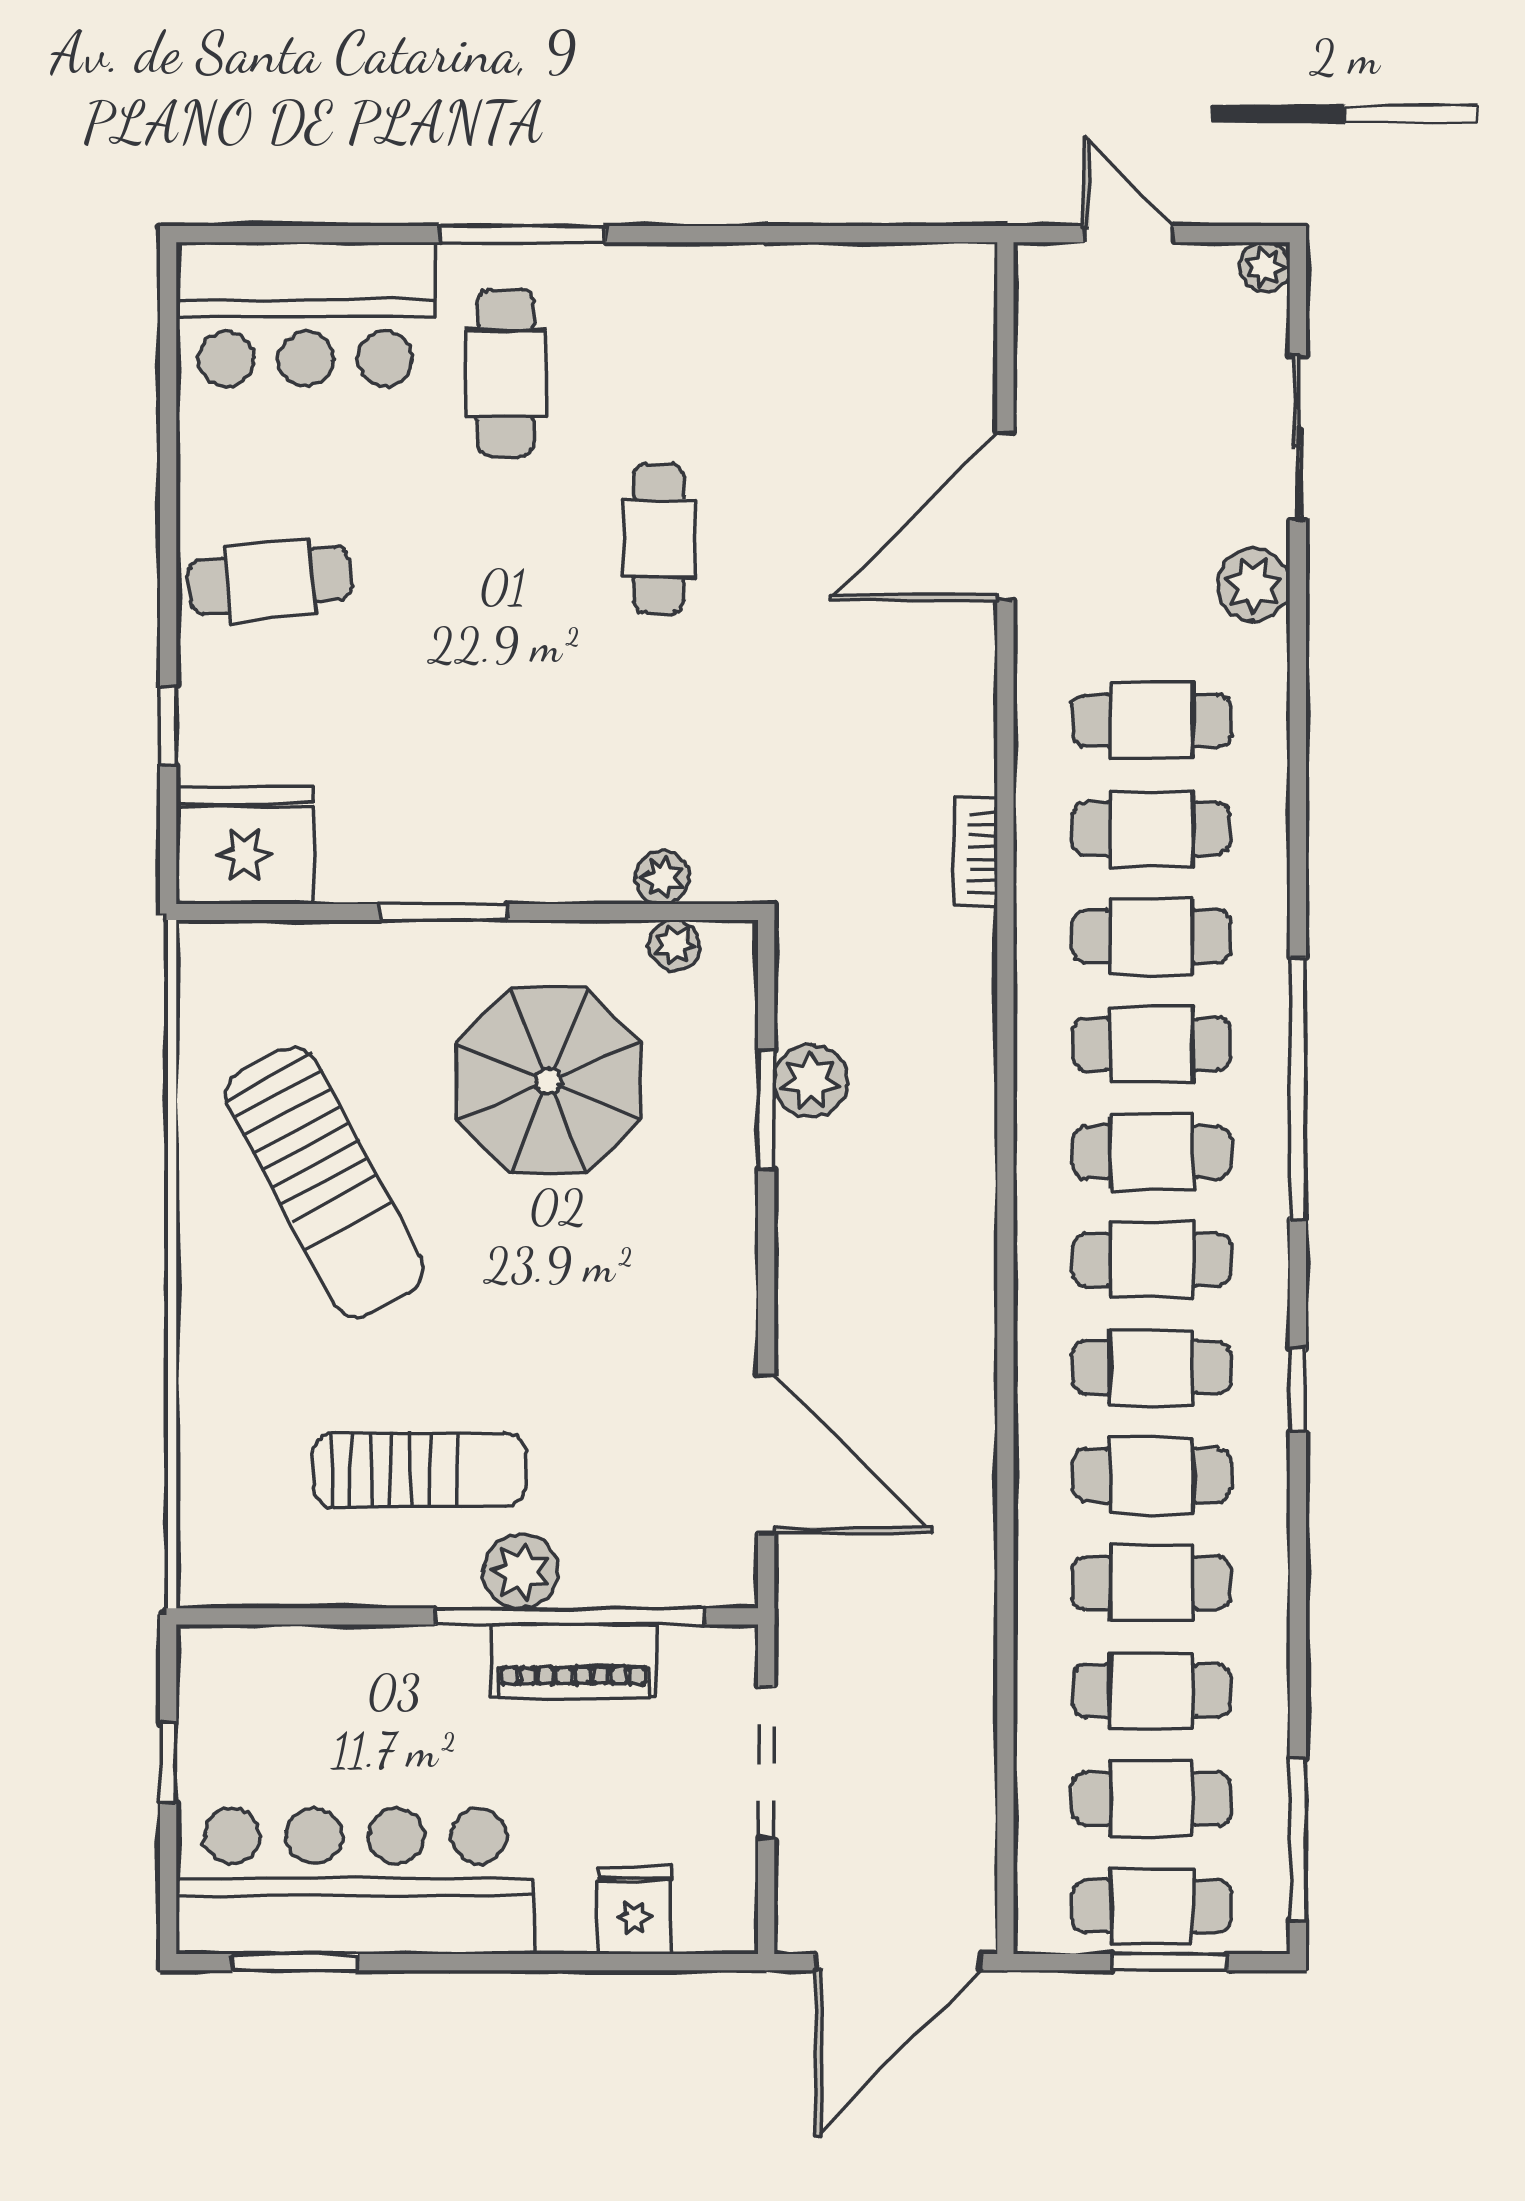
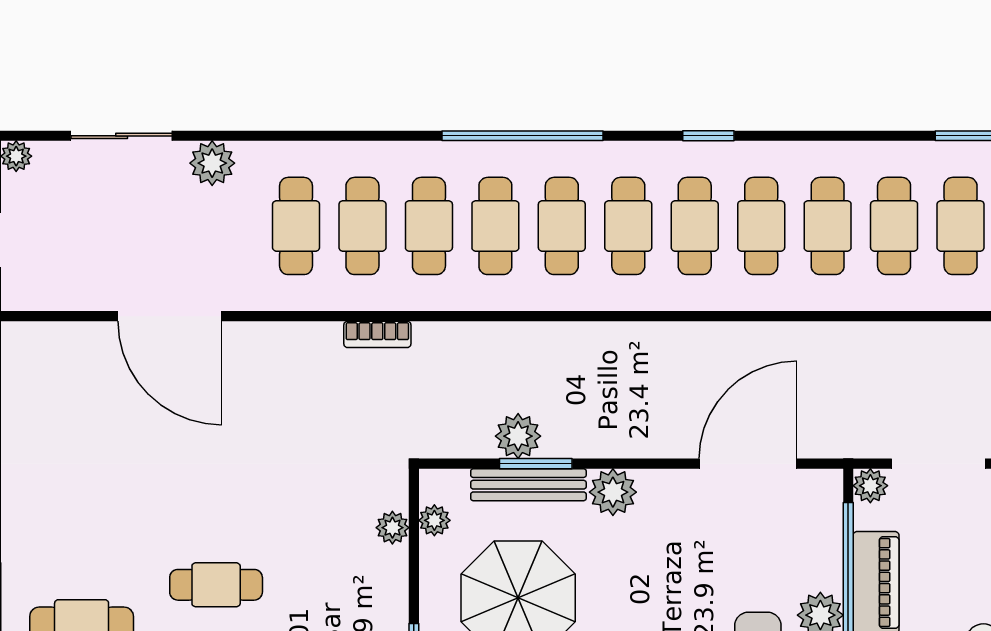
cafe table: (659, 538) -> (216, 585), moved
bench: (732, 1098) -> (528, 485), added
plant: (720, 1235) -> (613, 492), added
plant: (730, 1652) -> (870, 486), added

